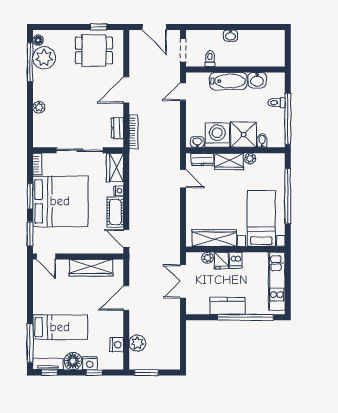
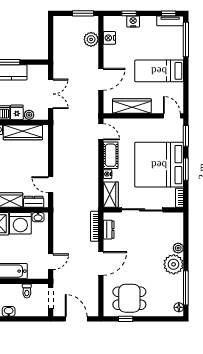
plant: (44, 58) -> (174, 264), moved
bed: (60, 327) -> (159, 71), moved
floor lamp: (73, 361) -> (148, 24), removed

